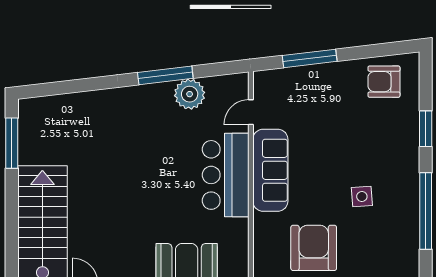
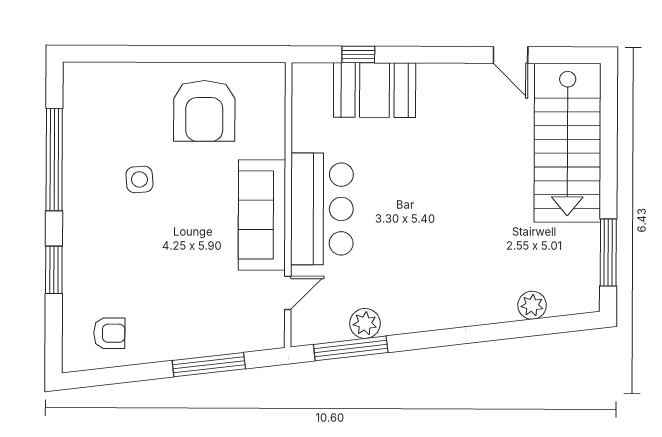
window: (165, 75) -> (351, 348), moved
armchair: (384, 82) -> (109, 333), width x0.72, depth x0.72
plant: (190, 94) -> (365, 323), width x0.73, depth x0.73
plant: (68, 104) -> (532, 305), added

